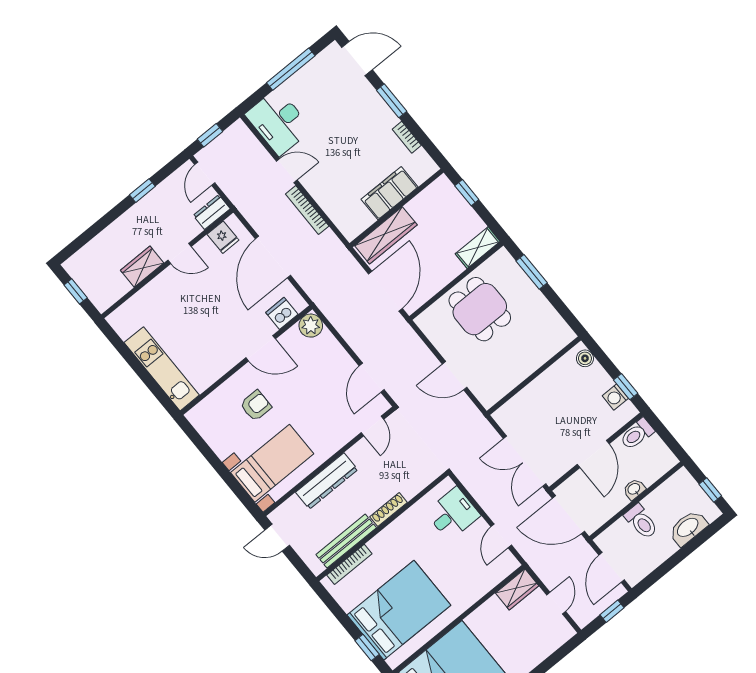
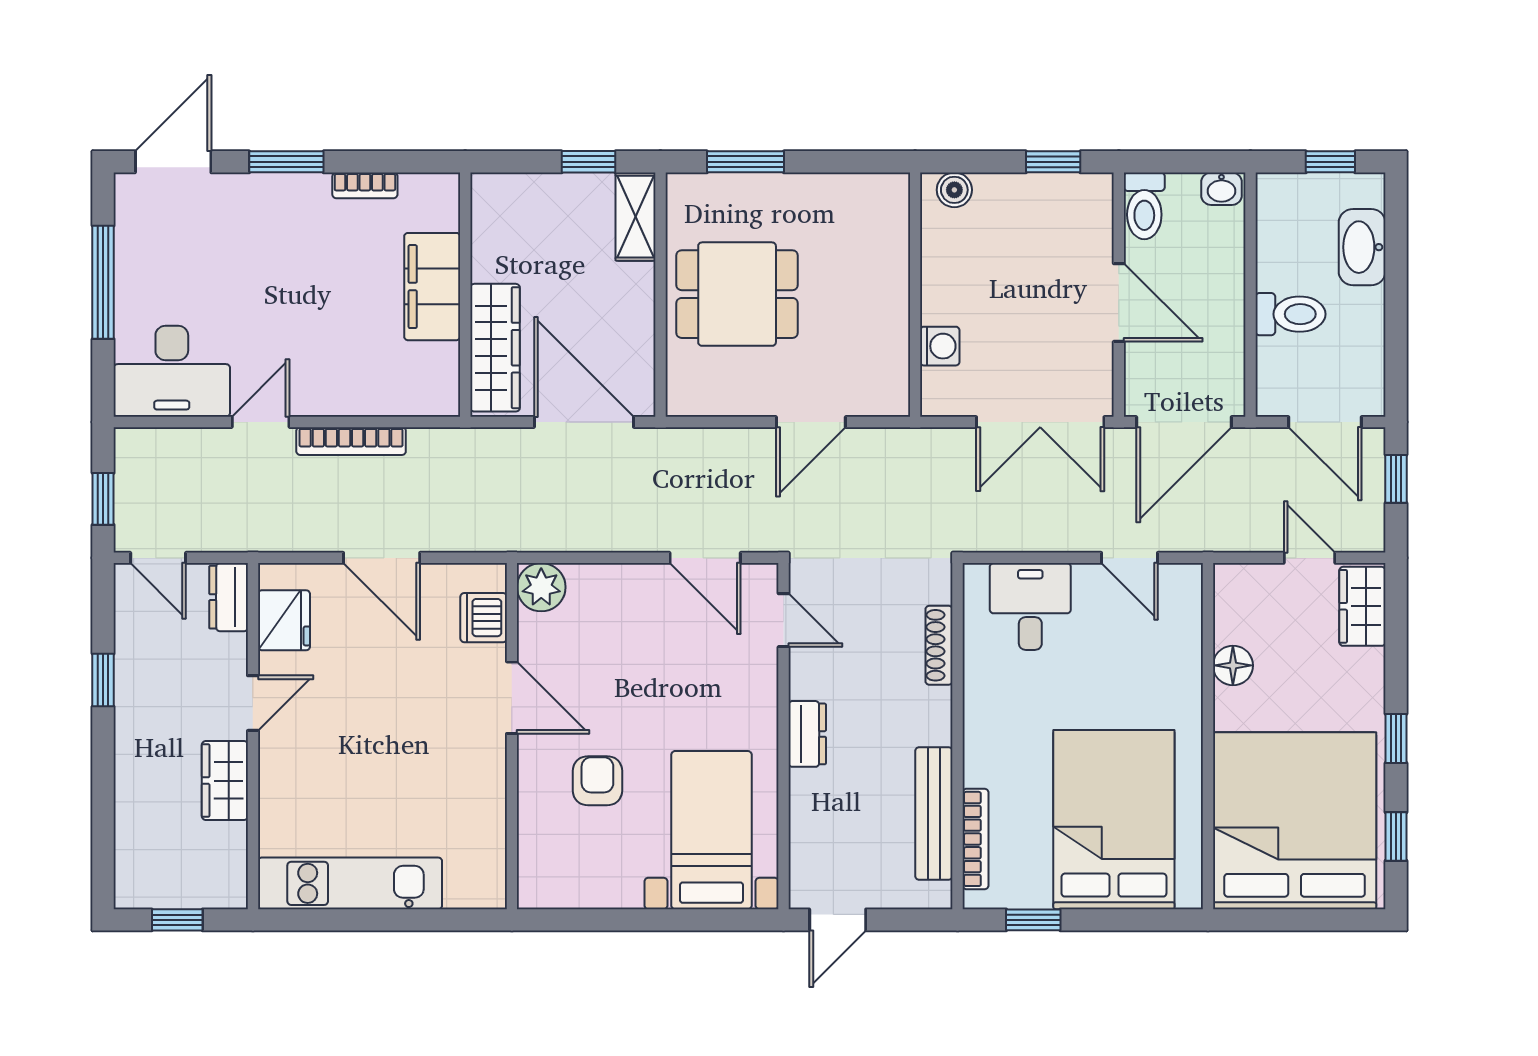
window: (467, 193) -> (588, 162), moved
fridge: (223, 237) -> (284, 620), width x1.38
door: (273, 257) -> (382, 558), width x0.73
door: (261, 348) -> (512, 698), hinge flipped
kitchen unit: (162, 369) -> (350, 883), moved
washing machine: (615, 397) -> (940, 346), moved, turned -90
dresser: (327, 481) -> (807, 734), width x0.51, depth x0.80
washbasin: (634, 489) -> (1221, 189), moved, turned -90
shoe rack: (389, 510) -> (939, 645), moved
wardrobe: (517, 589) -> (1362, 606), moved, turned 180
floor lamp: (493, 607) -> (1233, 665), added
window: (367, 648) -> (1033, 920), moved

